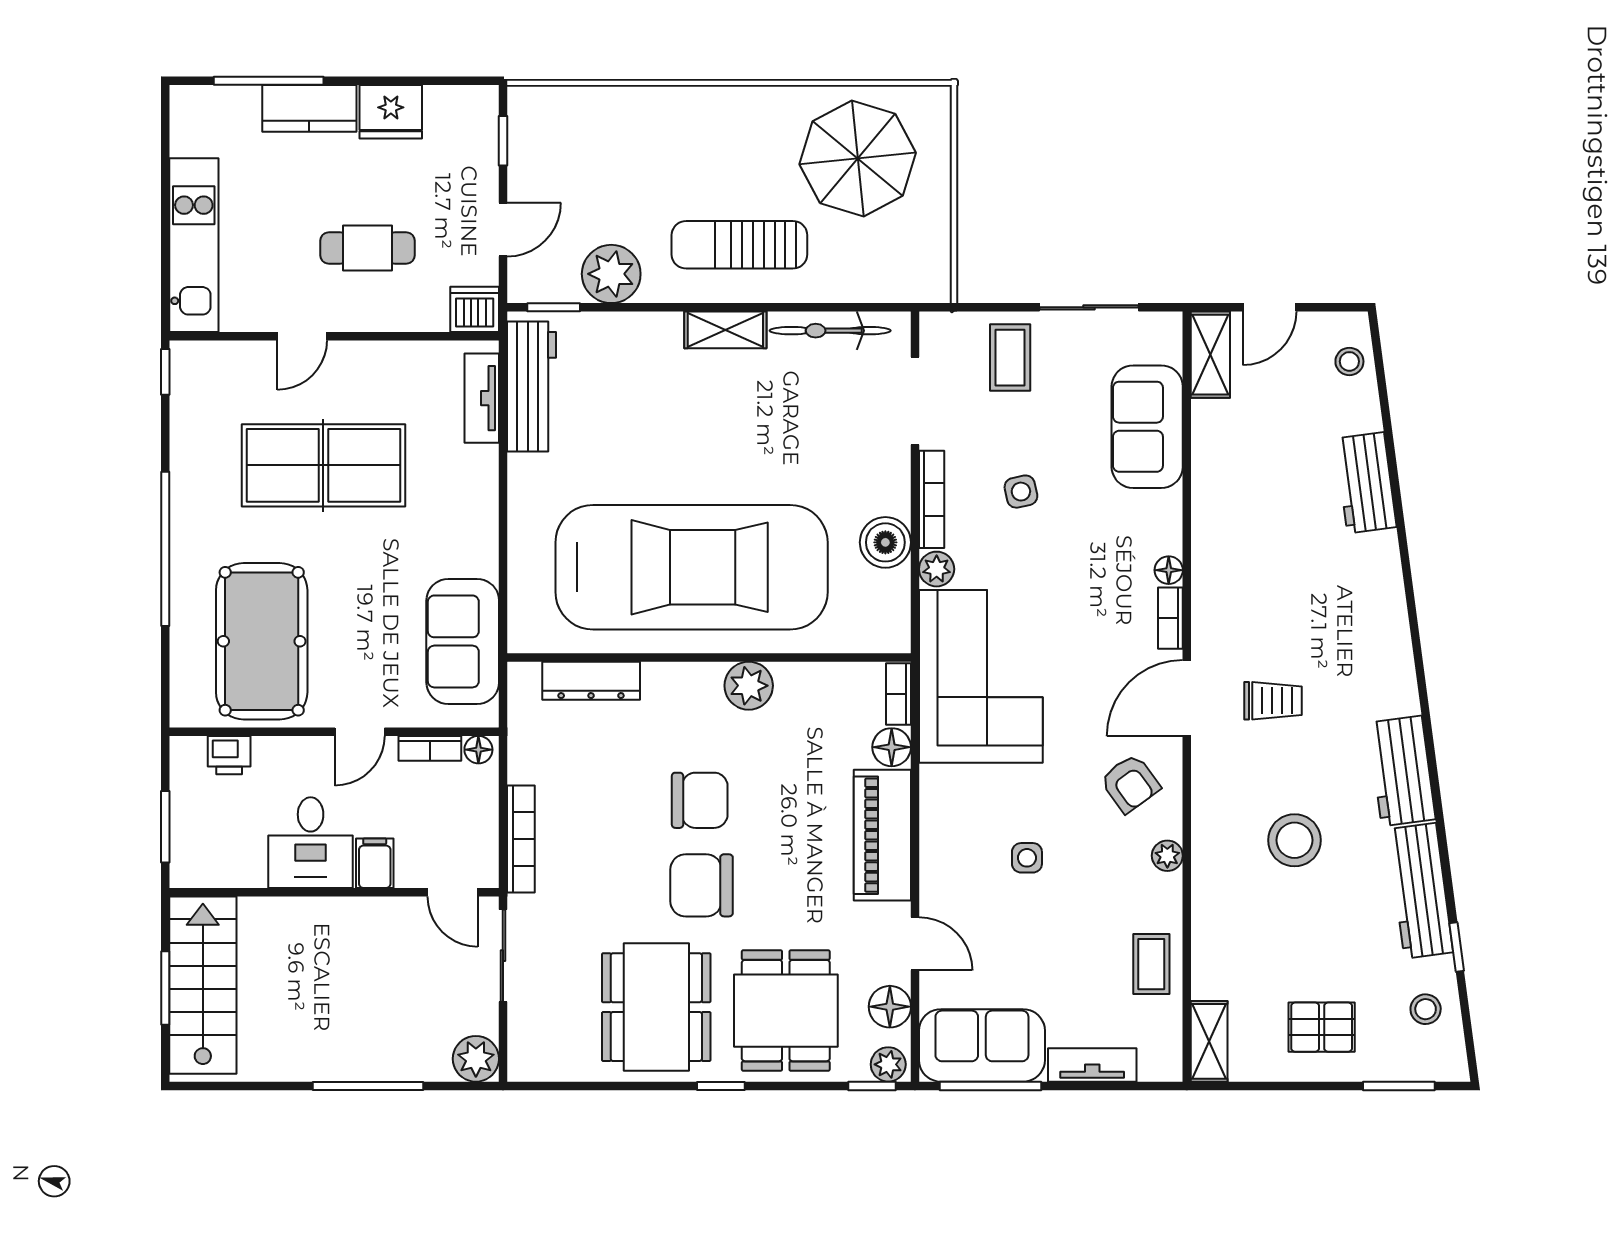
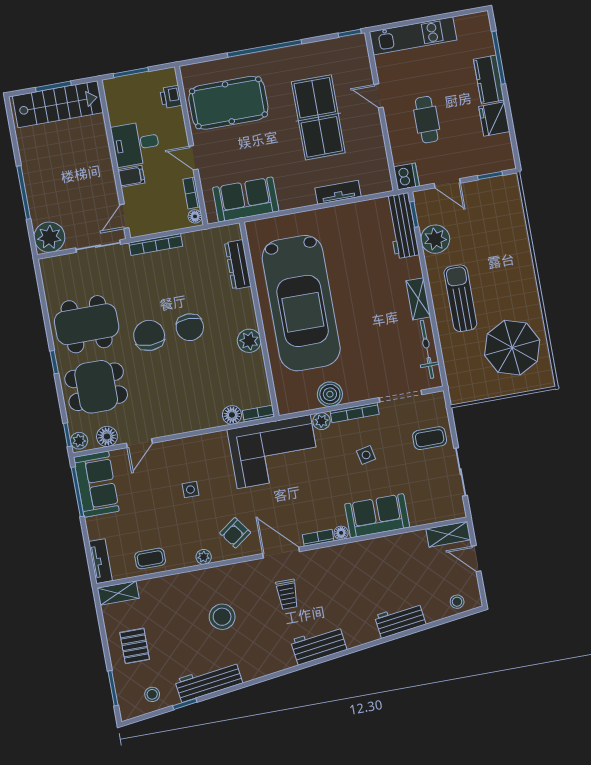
workbench: (532, 386) -> (402, 226), moved, turned 90
tv unit: (482, 398) -> (338, 192), moved
sofa: (1147, 427) -> (377, 516), moved
workbench: (1402, 771) -> (319, 645), moved
piano: (882, 835) -> (189, 418), removed
plant: (476, 1059) -> (49, 237), width x1.36, depth x1.36
tv unit: (1092, 1065) -> (100, 561), moved

